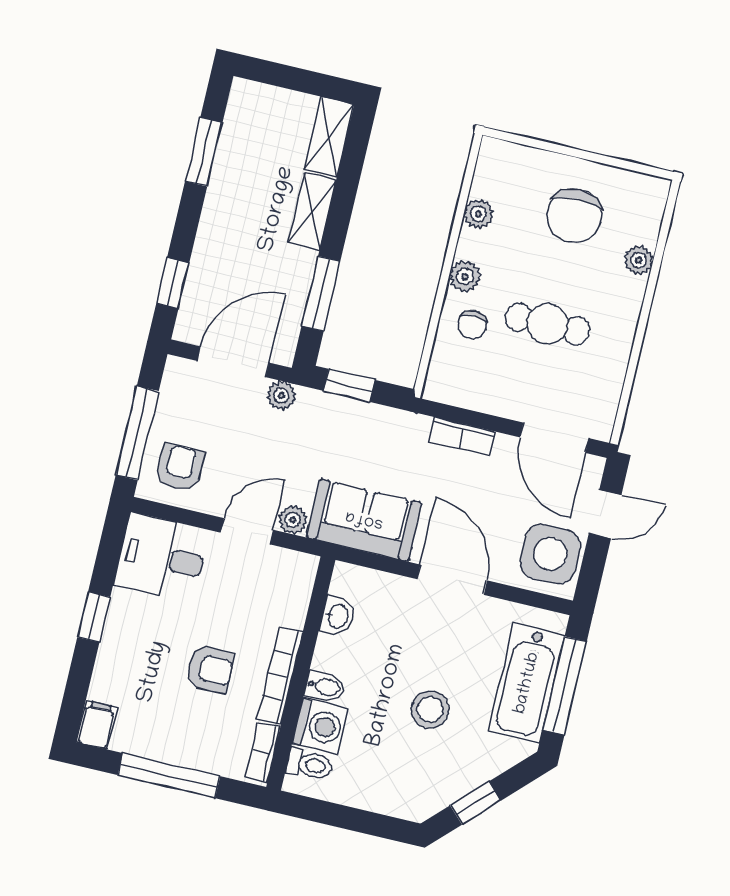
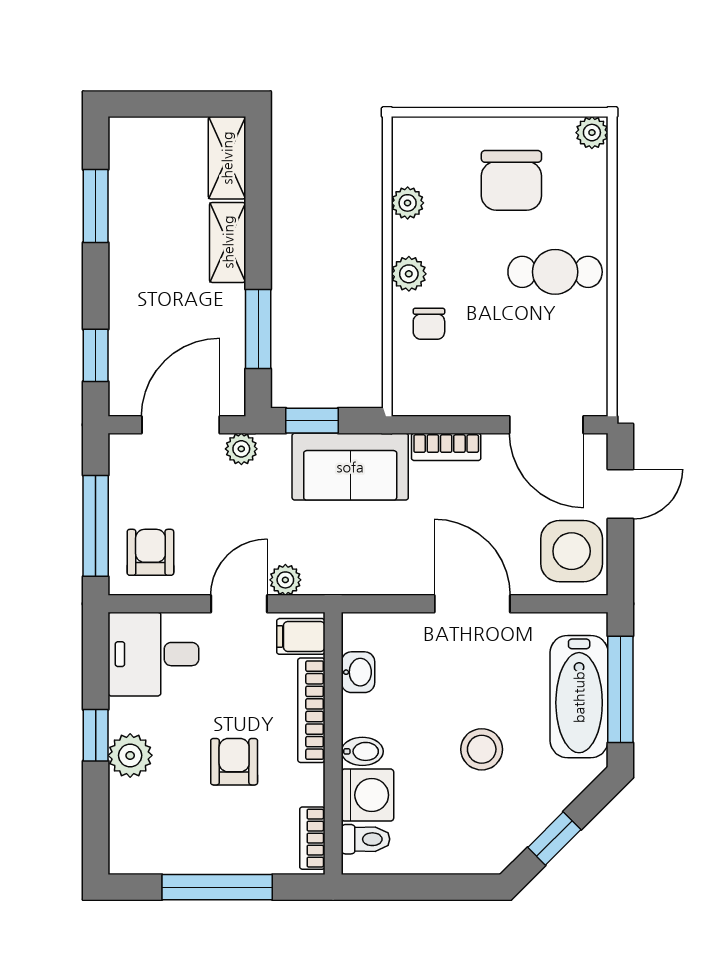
plant: (639, 260) -> (592, 133), moved
cafe table: (547, 324) -> (555, 272), moved
sofa: (364, 520) -> (350, 467), moved, turned 180
plant: (120, 642) -> (130, 755), added
armchair: (210, 669) -> (234, 762), turned -90
bookcase: (280, 676) -> (311, 710), moved
filing cabinet: (97, 725) -> (301, 636), moved, turned -90

